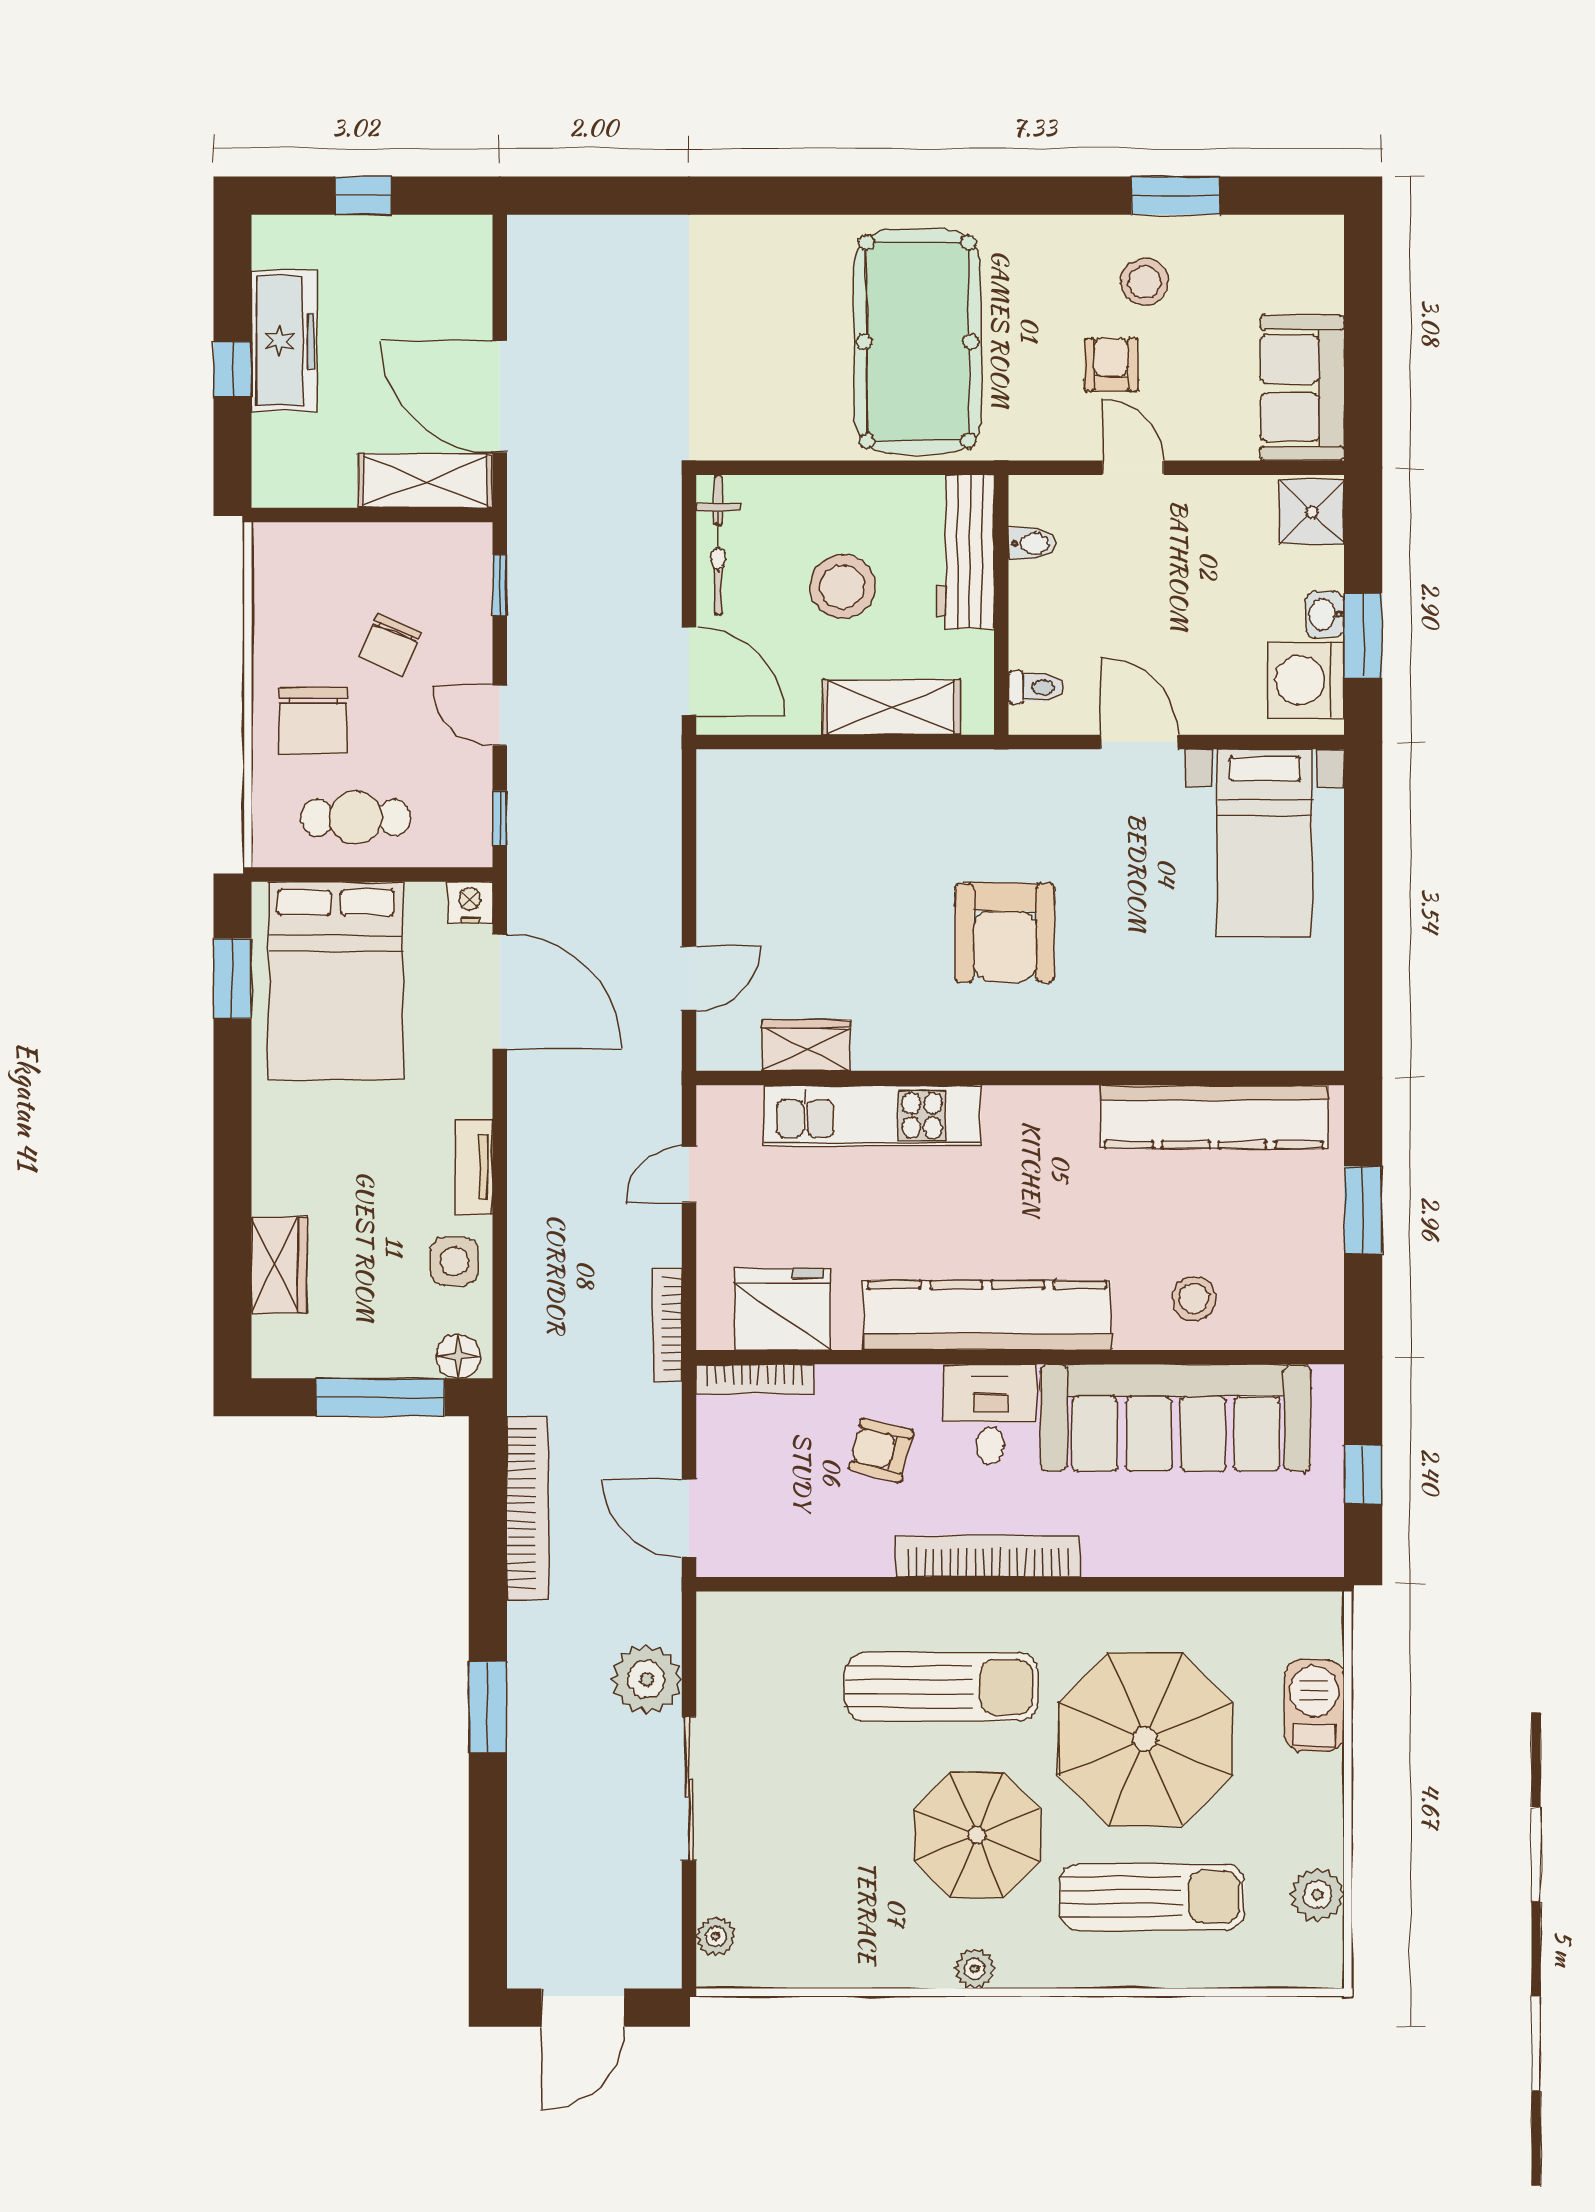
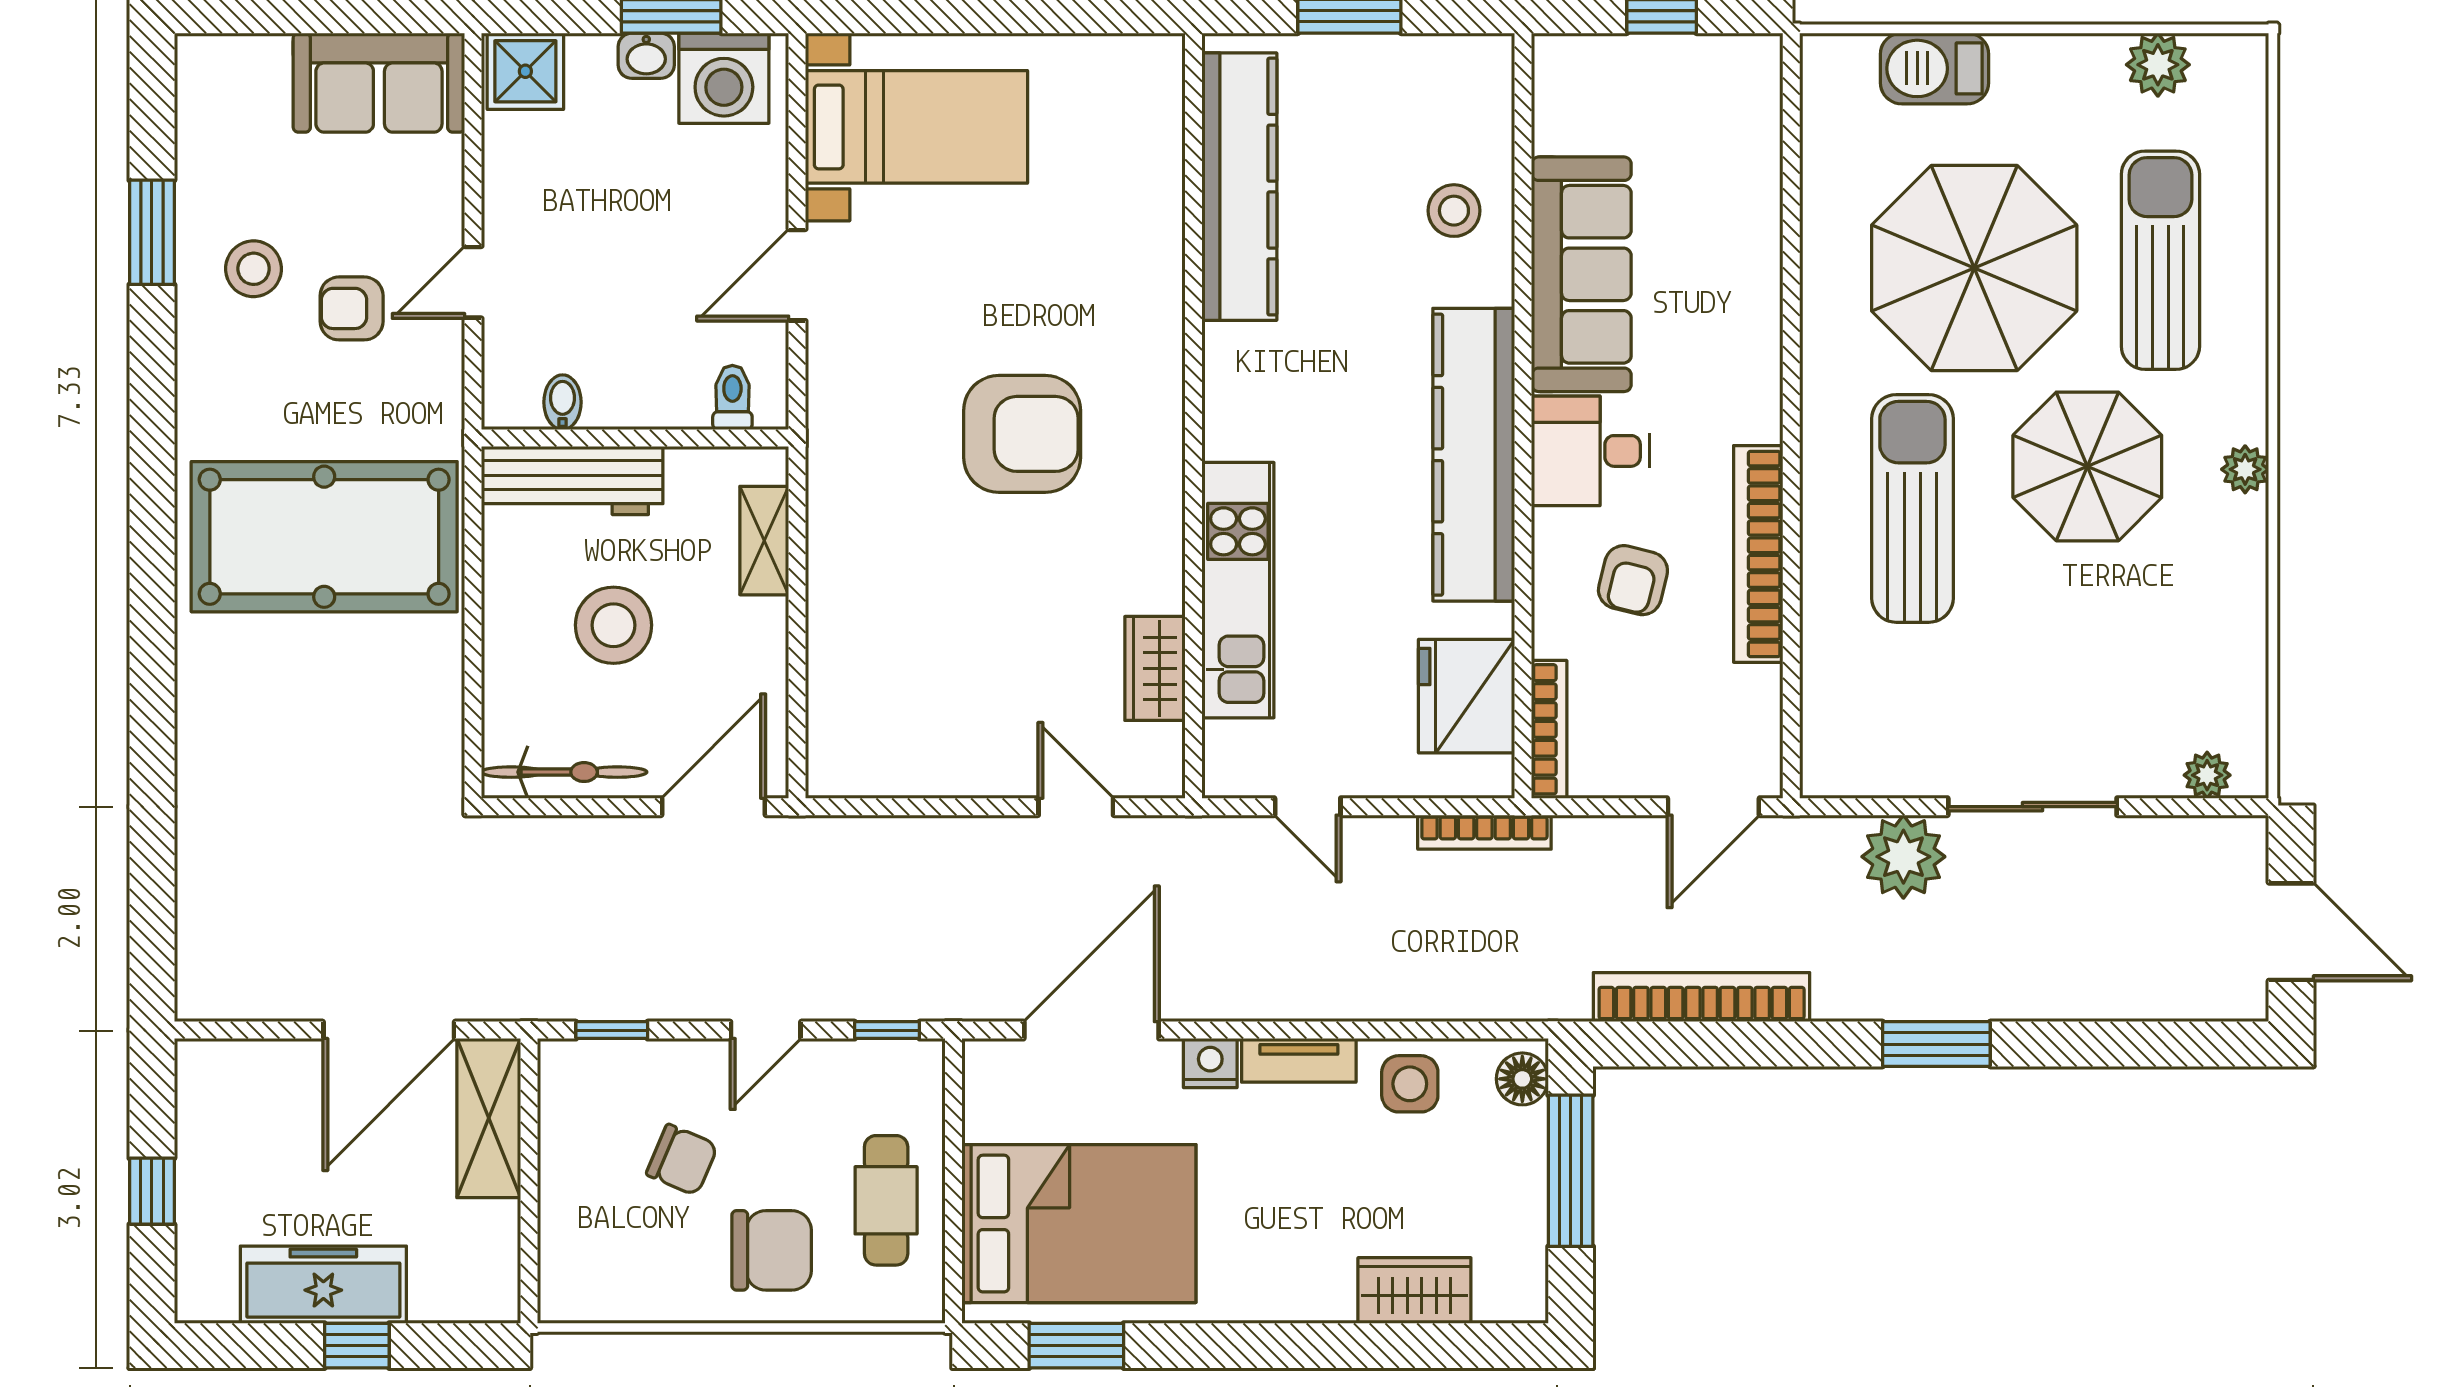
shelving: (891, 707) -> (764, 541), width x0.67, depth x0.75
nightstand: (470, 903) -> (1210, 1063), moved, turned 90
sofa: (1176, 1418) -> (1581, 274), width x0.74, depth x0.79
bookcase: (988, 1556) -> (1758, 554), moved

